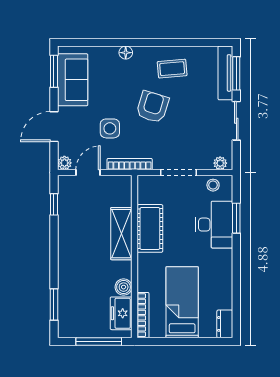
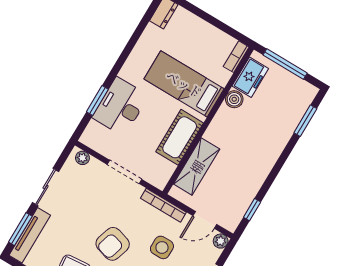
stool: (213, 185) -> (100, 142), removed
shelving: (121, 234) -> (197, 167), moved
bed: (182, 302) -> (184, 84), moved, turned 90
bookcase: (143, 315) -> (236, 57), width x0.64

